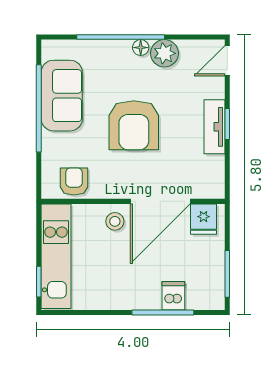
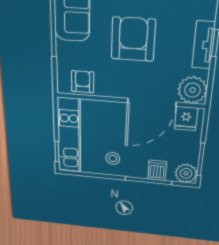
armchair: (134, 125) -> (133, 39), turned 180
plant: (208, 182) -> (192, 90), added
stool: (115, 221) -> (113, 158), moved
plant: (211, 296) -> (186, 173), added

